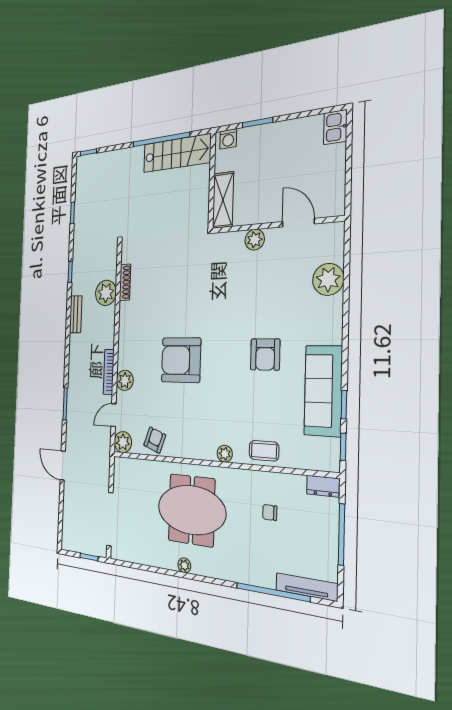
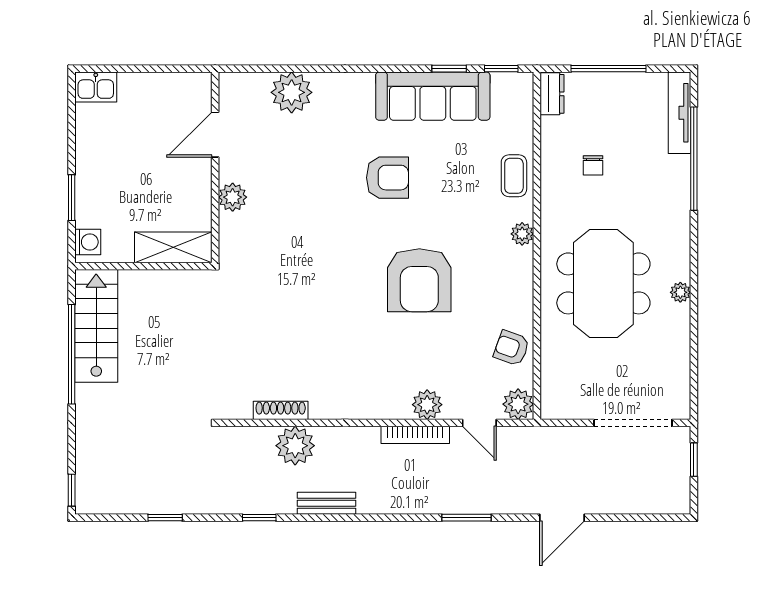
armchair: (181, 360) -> (419, 280), moved

